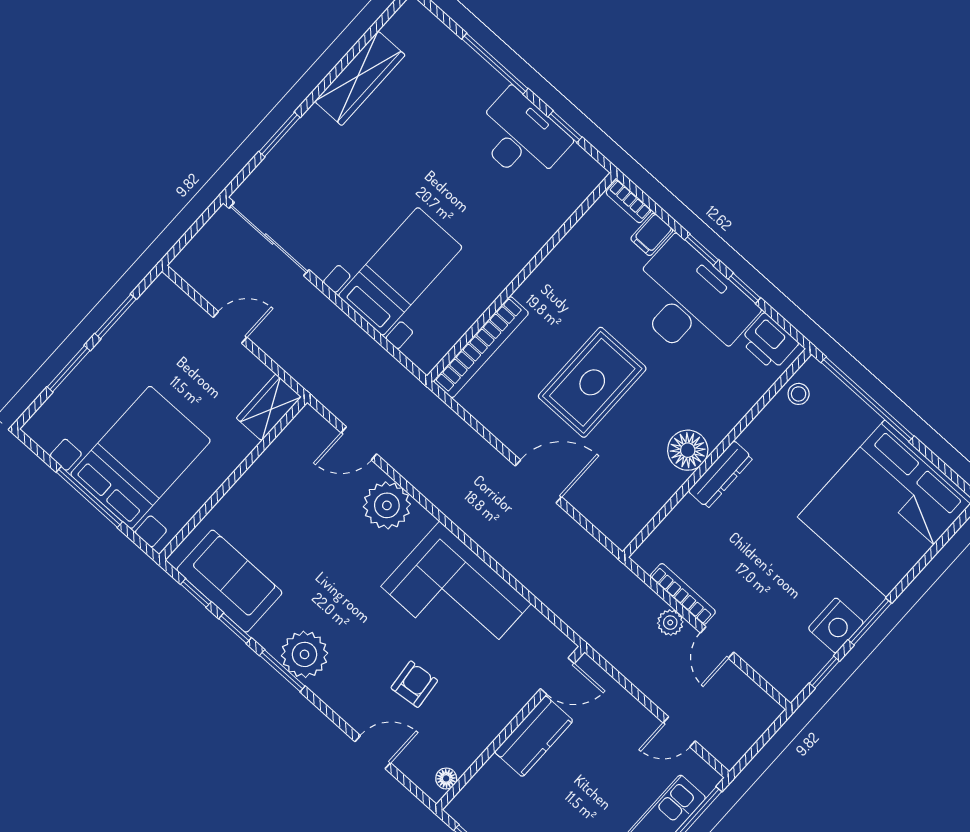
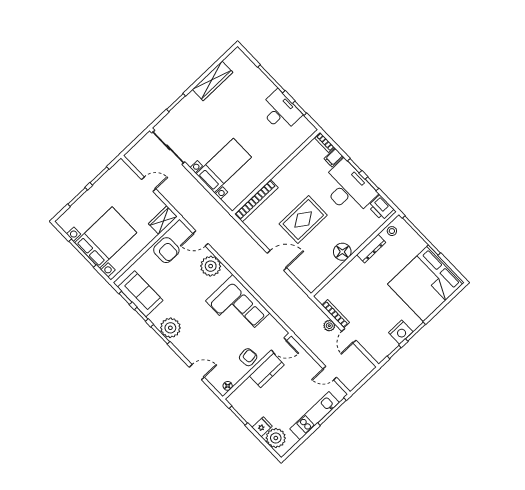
dresser: (721, 475) -> (371, 249), moved
armchair: (282, 476) -> (166, 250), added
armchair: (414, 684) -> (248, 357), moved

